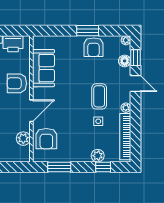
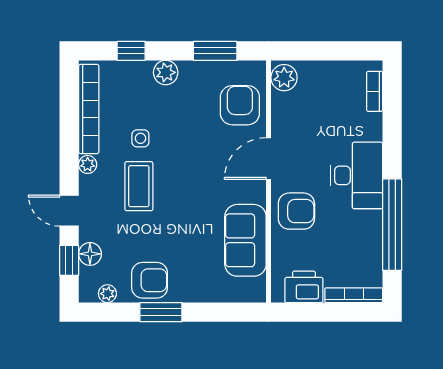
plant: (126, 40) -> (107, 294), moved
armchair: (93, 47) -> (150, 280), turned 90
plant: (23, 139) -> (284, 78), moved
plant: (98, 156) -> (166, 72), moved

